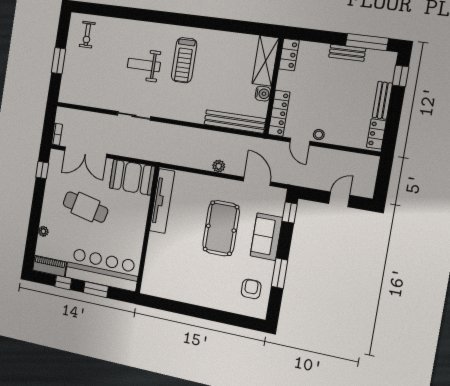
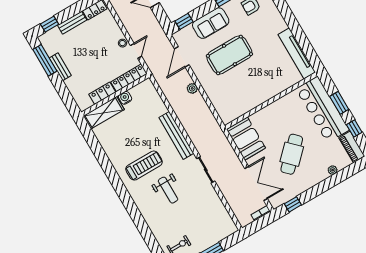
locker: (289, 55) -> (102, 93), moved
bench: (235, 122) -> (176, 135), moved
tv unit: (162, 201) -> (297, 53), moved, turned -90
cafe table: (85, 207) -> (292, 154), turned 32

